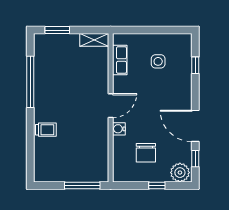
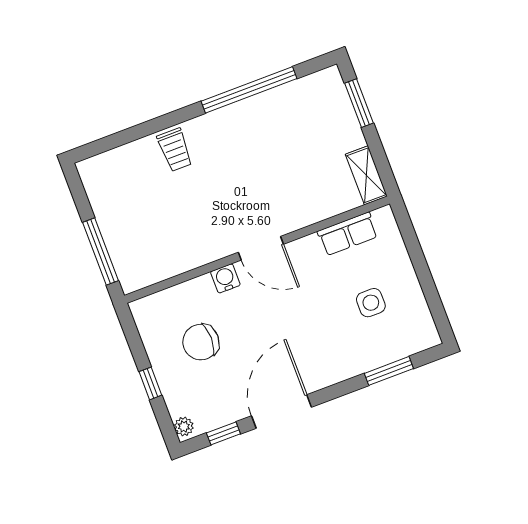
window: (195, 65) -> (389, 371), width x1.50
plant: (180, 173) -> (184, 427), width x0.53, depth x0.53

